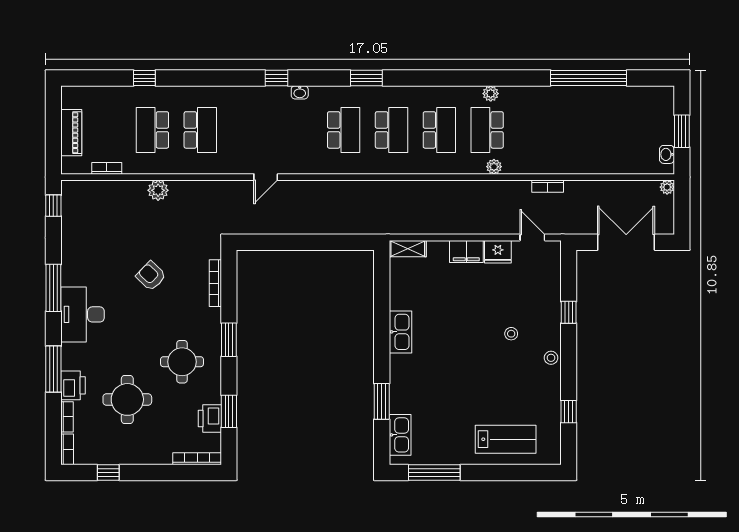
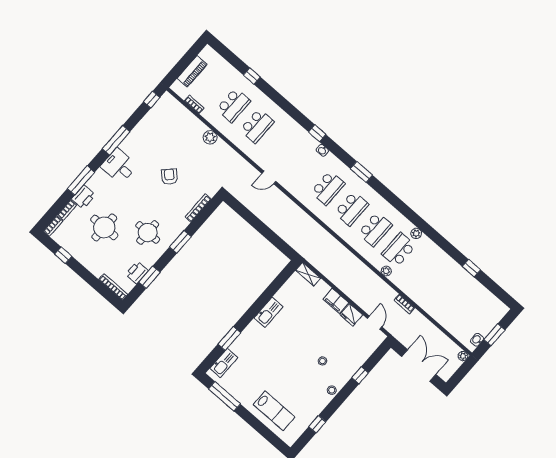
window: (589, 78) -> (471, 268), width x0.32
school desk: (152, 130) -> (233, 105), turned 180
desk: (83, 314) -> (119, 166), width x0.73

